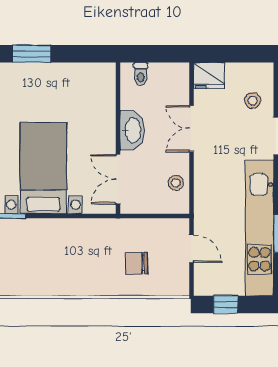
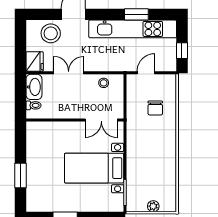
stool: (253, 101) -> (51, 33), width x1.89, depth x1.89
double door: (191, 129) -> (69, 73), swing flipped
washbasin: (132, 130) -> (34, 87), moved, turned 90

